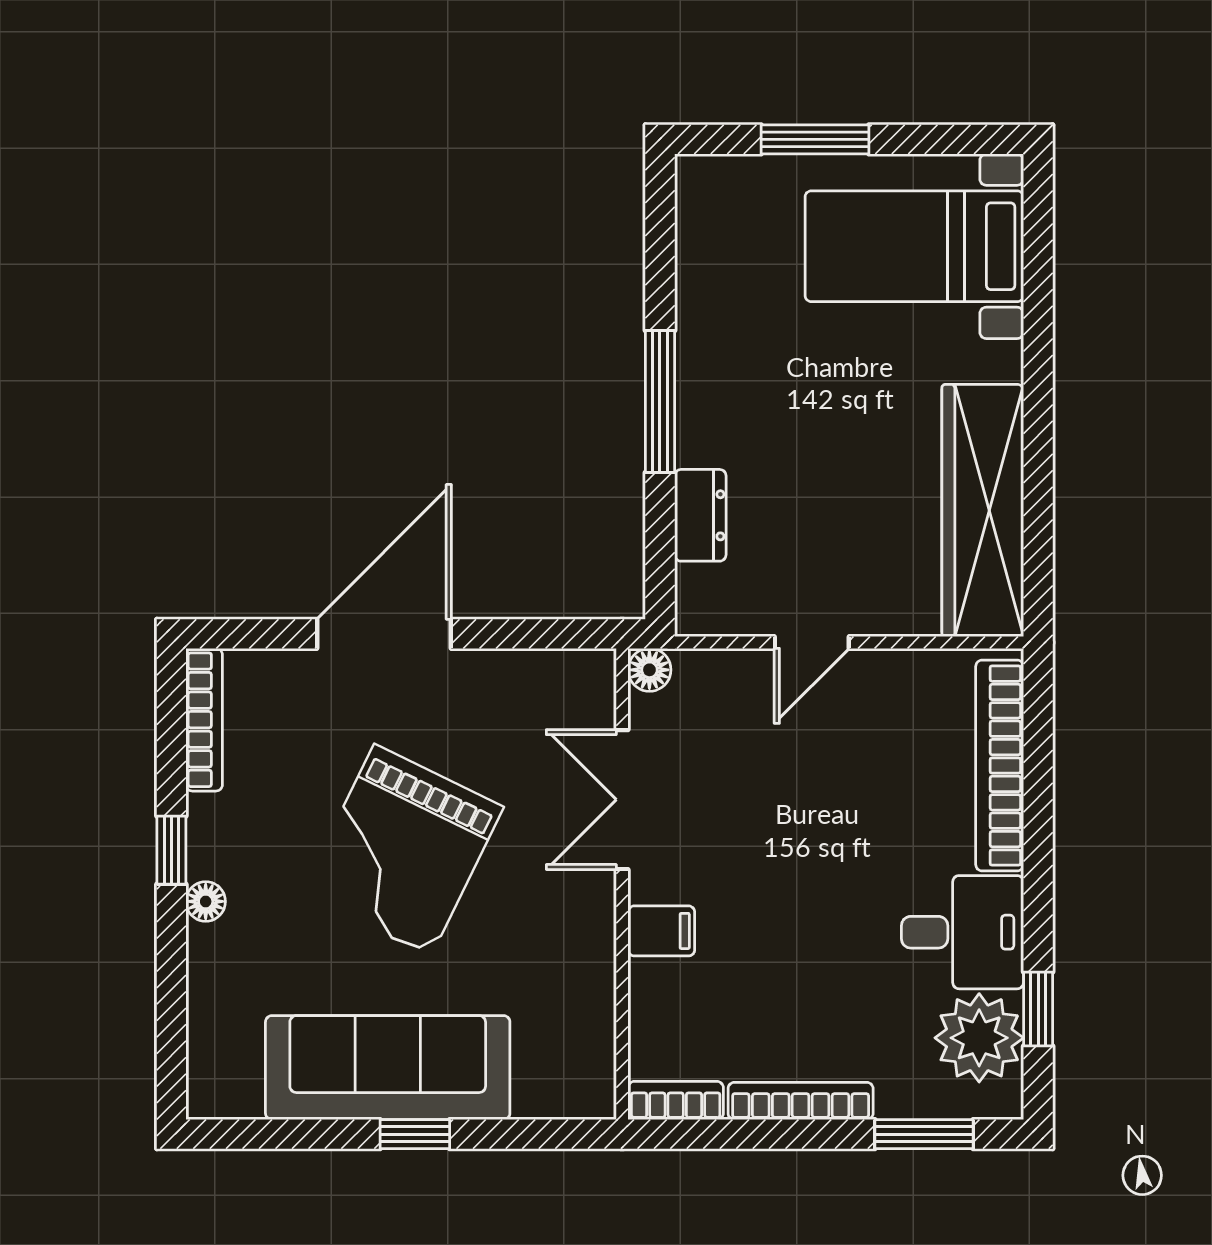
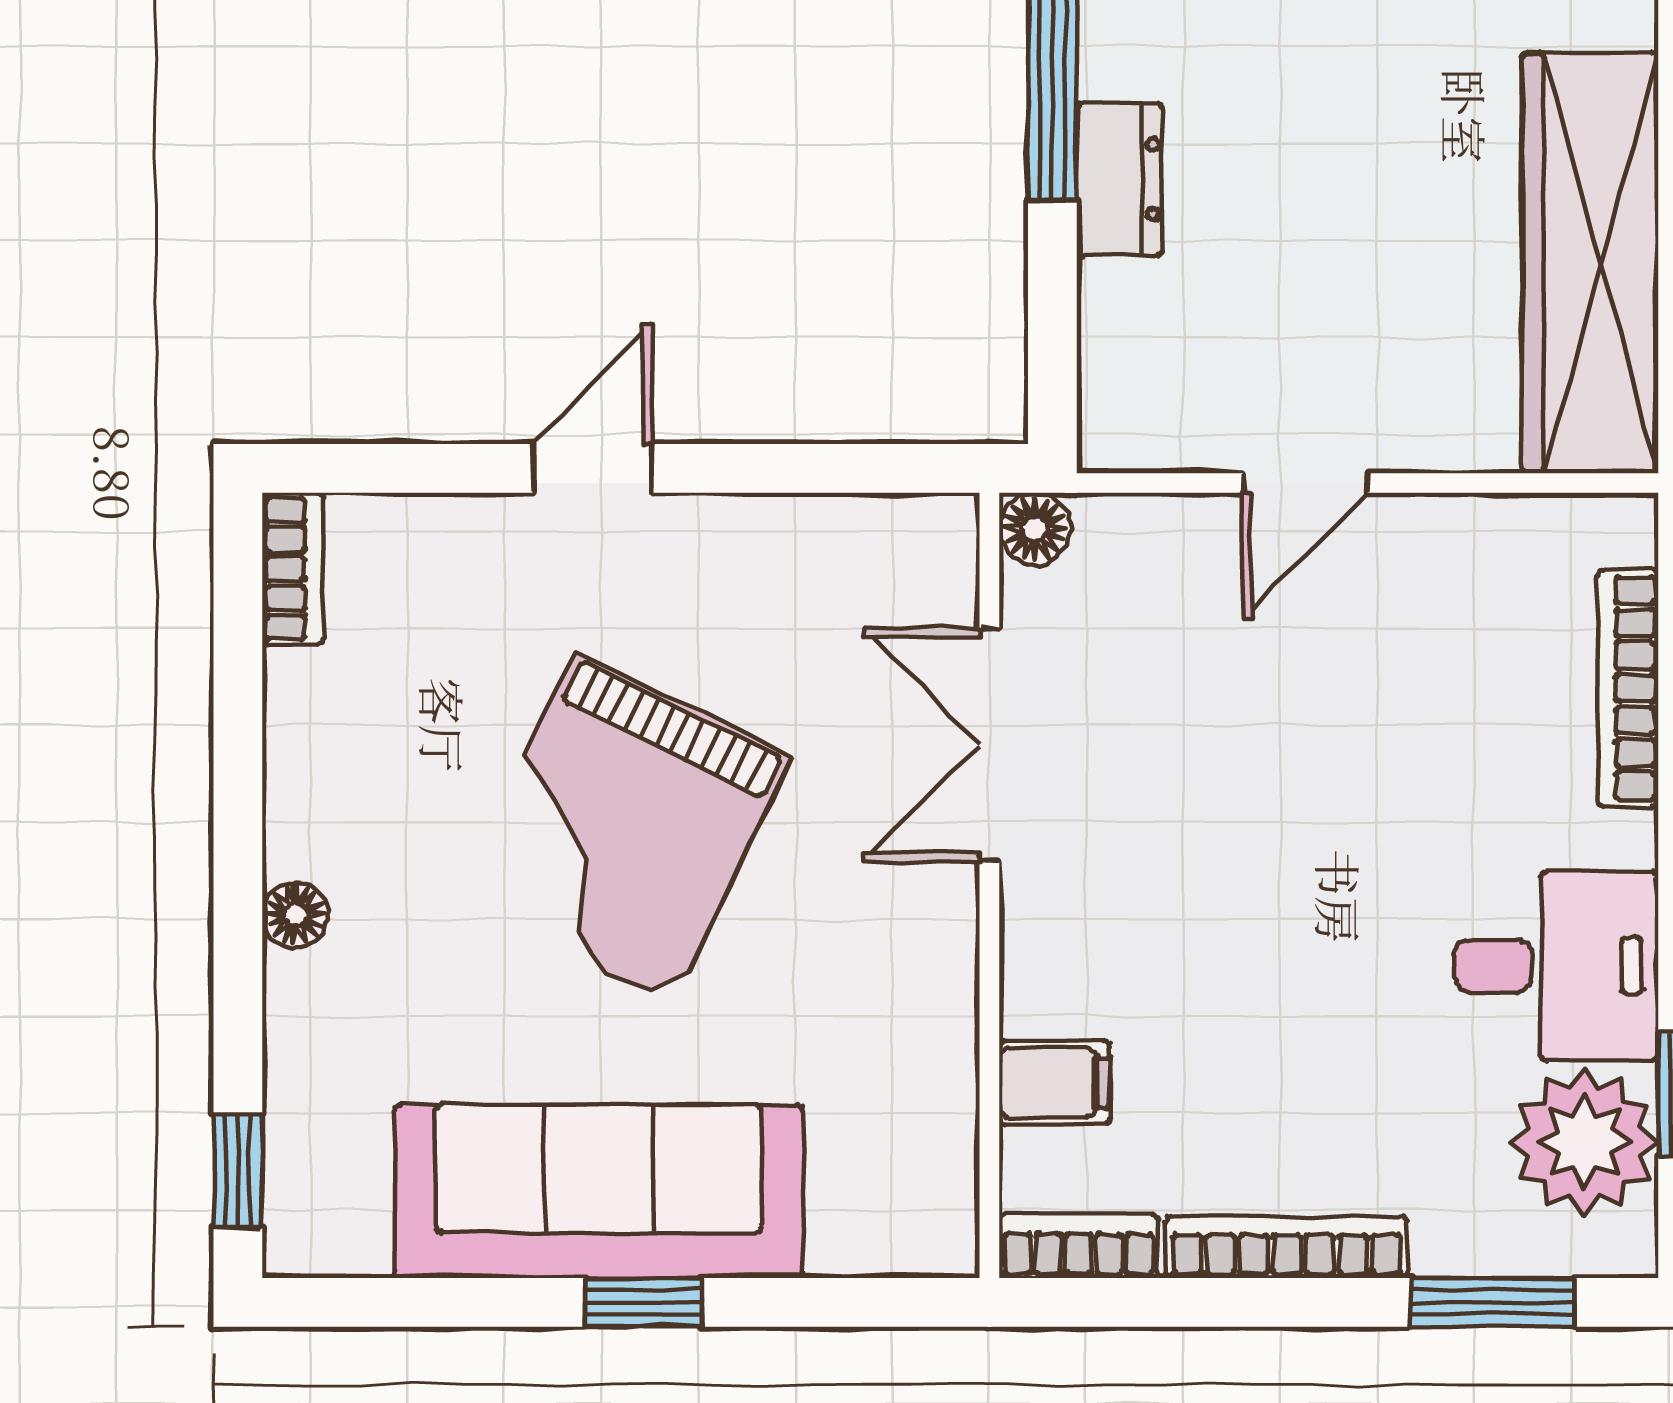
dresser: (700, 515) -> (1120, 179), moved
door: (384, 634) -> (592, 468), width x0.53
bookcase: (204, 720) -> (293, 569), width x0.64
bookcase: (1000, 766) -> (1628, 688), width x0.68, depth x0.76
window: (171, 850) -> (238, 1171), moved
filing cabinet: (661, 931) -> (1055, 1082), moved

